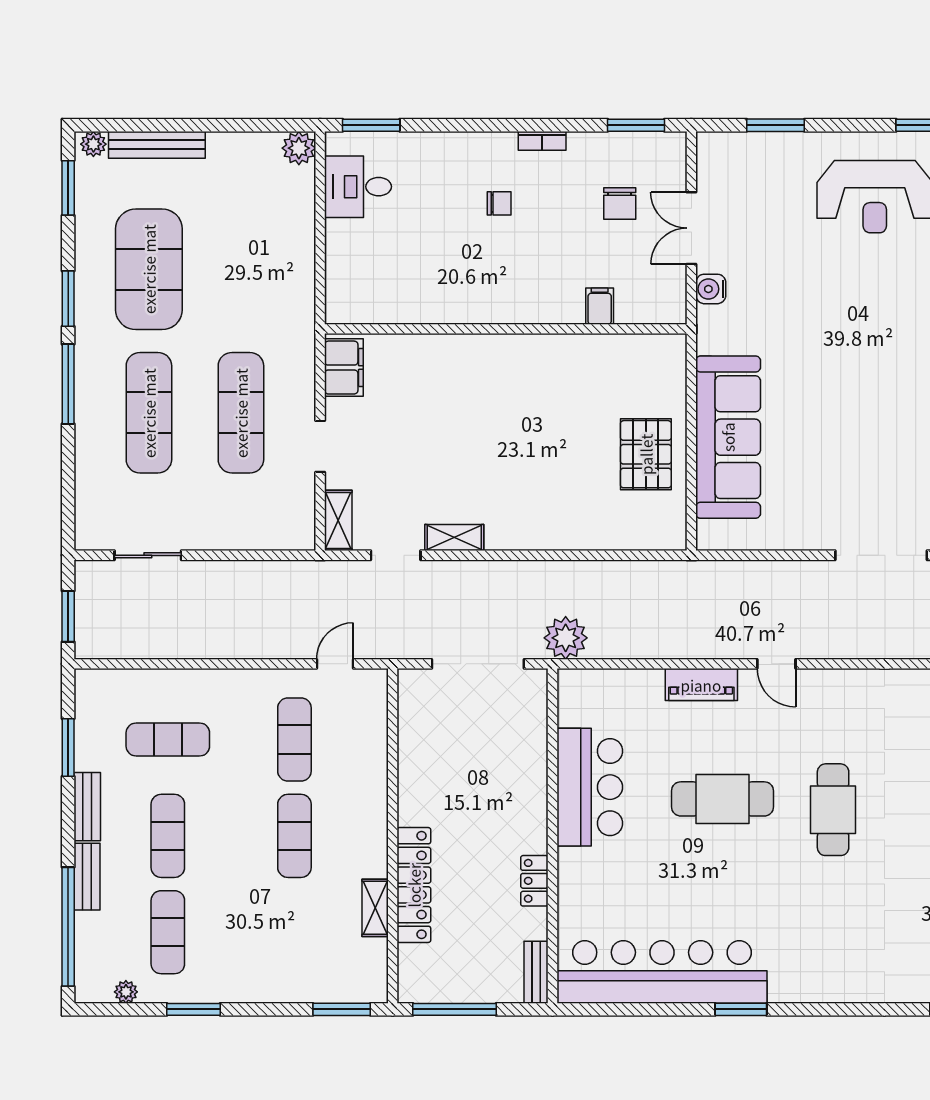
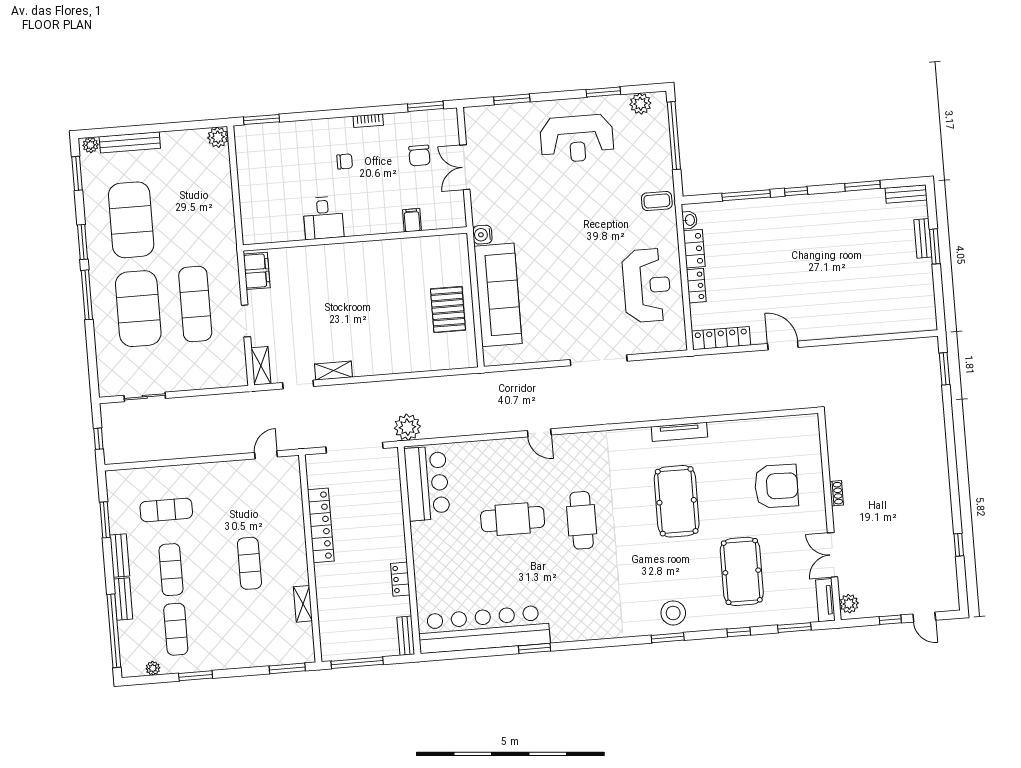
desk: (358, 187) -> (323, 218), moved, turned -90
water cooler: (711, 289) -> (482, 235), moved
exercise mat: (149, 413) -> (138, 309), width x1.47
window: (68, 616) -> (98, 439), width x0.67
piano: (701, 685) -> (494, 449), removed
exercise mat: (294, 740) -> (245, 504), removed
bar counter: (590, 787) -> (427, 483), moved
locker: (414, 885) -> (321, 525), moved

